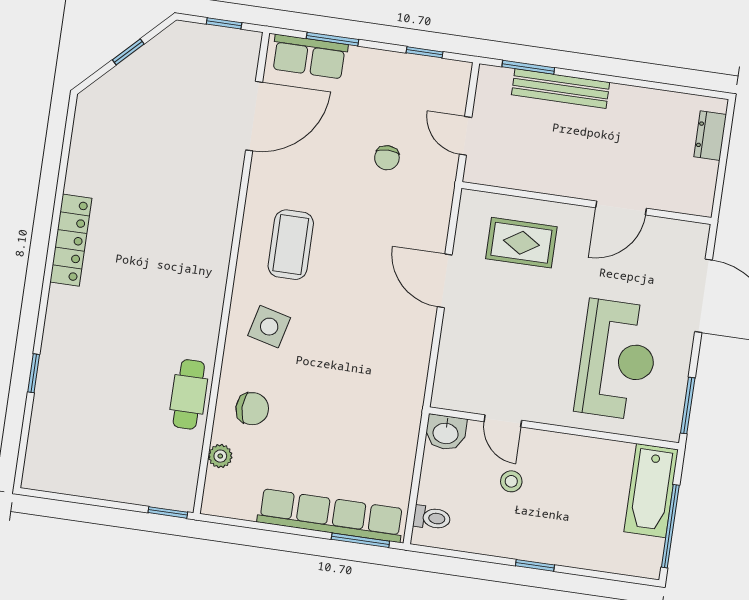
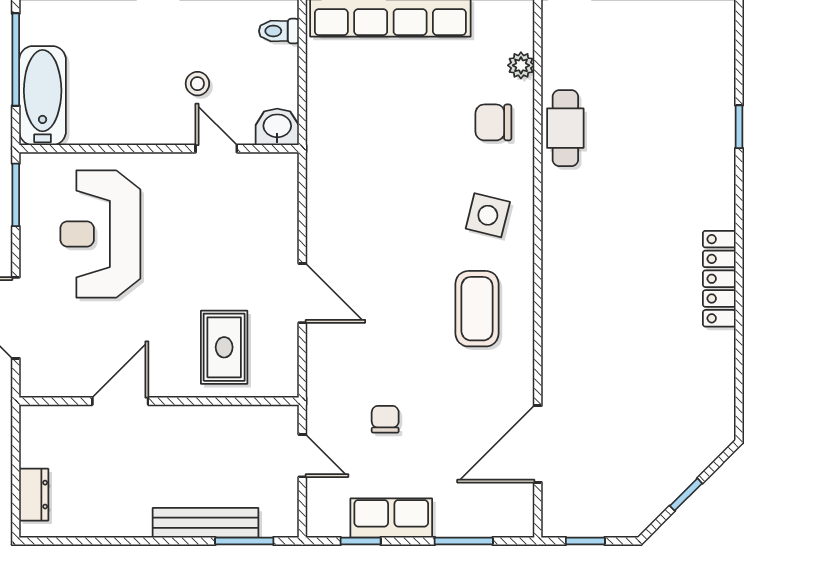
row of seats: (309, 57) -> (391, 518), moved
rug: (521, 243) -> (224, 347), turned 90

